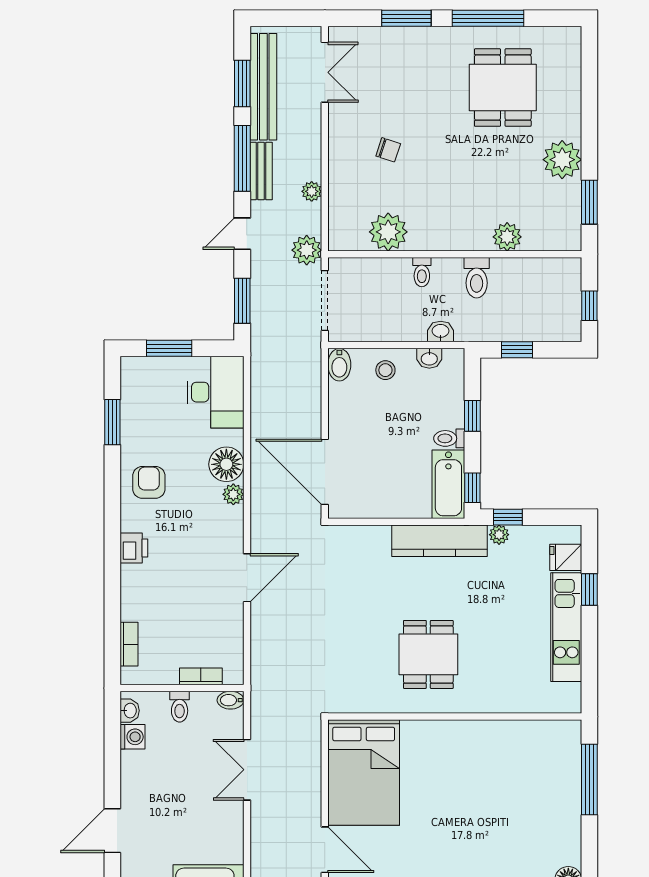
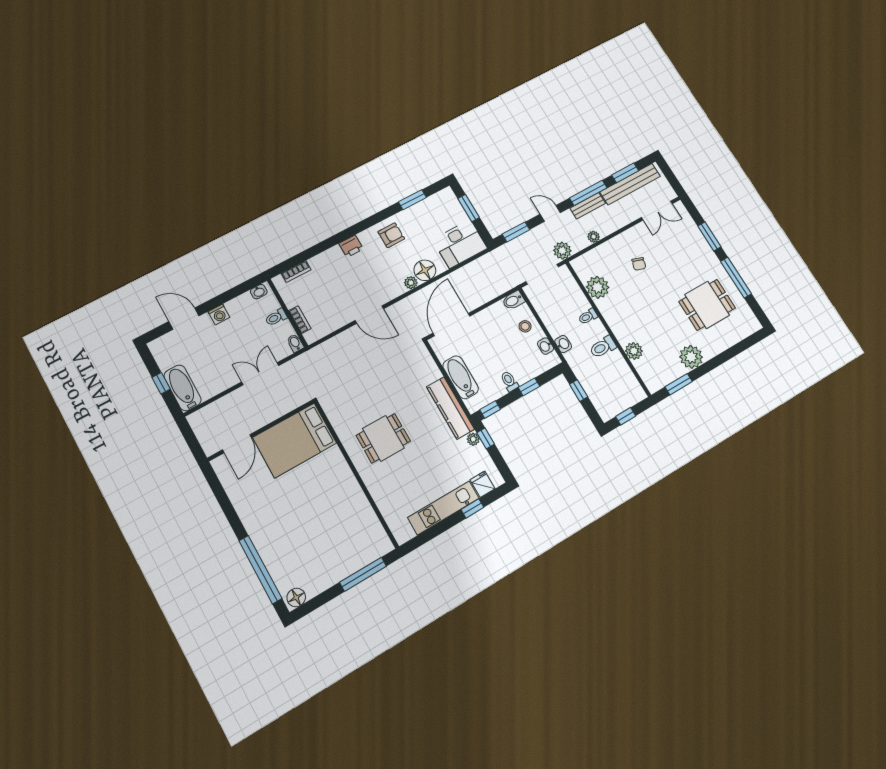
bathtub: (448, 484) -> (461, 377), moved, turned 90
washing machine: (133, 737) -> (219, 314), moved

